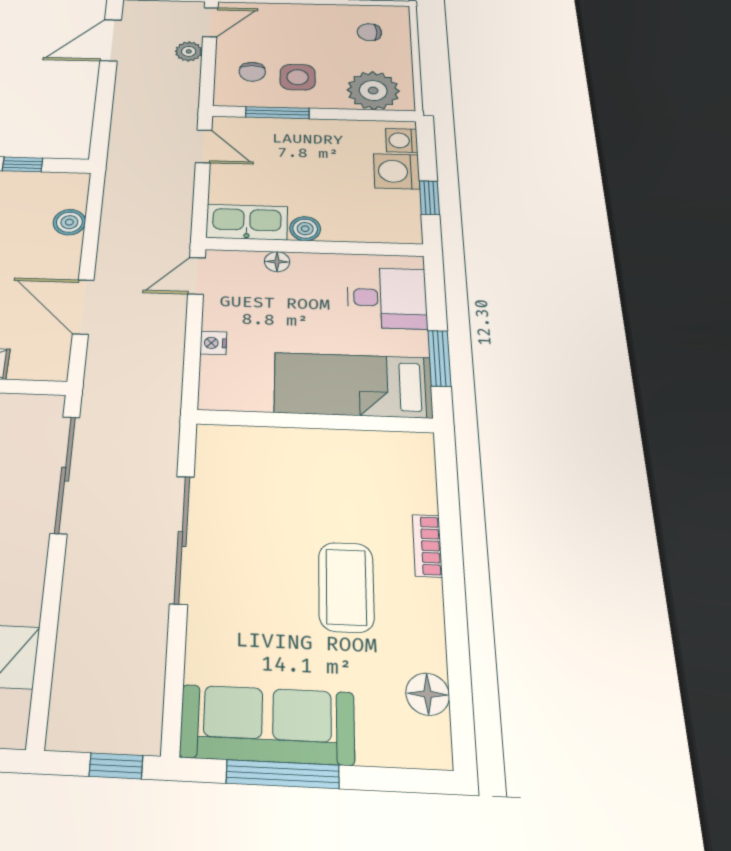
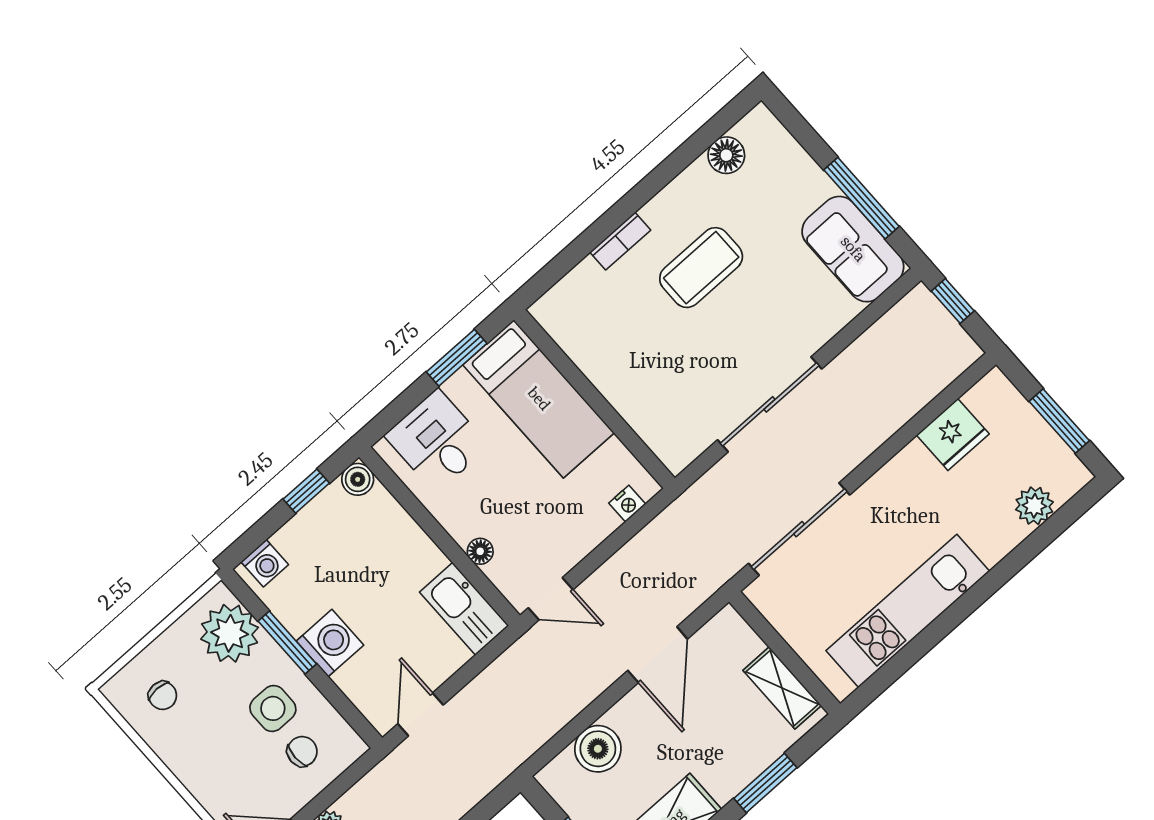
window: (277, 113) -> (287, 642), moved
washing machine: (397, 171) -> (330, 643), moved, turned -90
boiler: (69, 222) -> (598, 749), width x1.36, depth x1.36
boiler: (305, 229) -> (358, 479), moved
nightstand: (213, 343) -> (627, 504), moved
sofa: (267, 725) -> (853, 249), width x0.73

